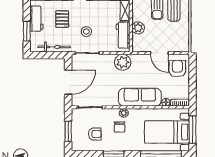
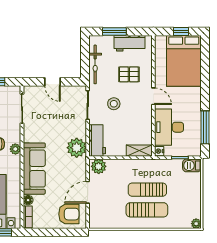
plant: (138, 28) -> (99, 166), moved
workbench: (123, 35) -> (97, 140), moved, turned 90
door: (68, 82) -> (52, 82), width x0.53

